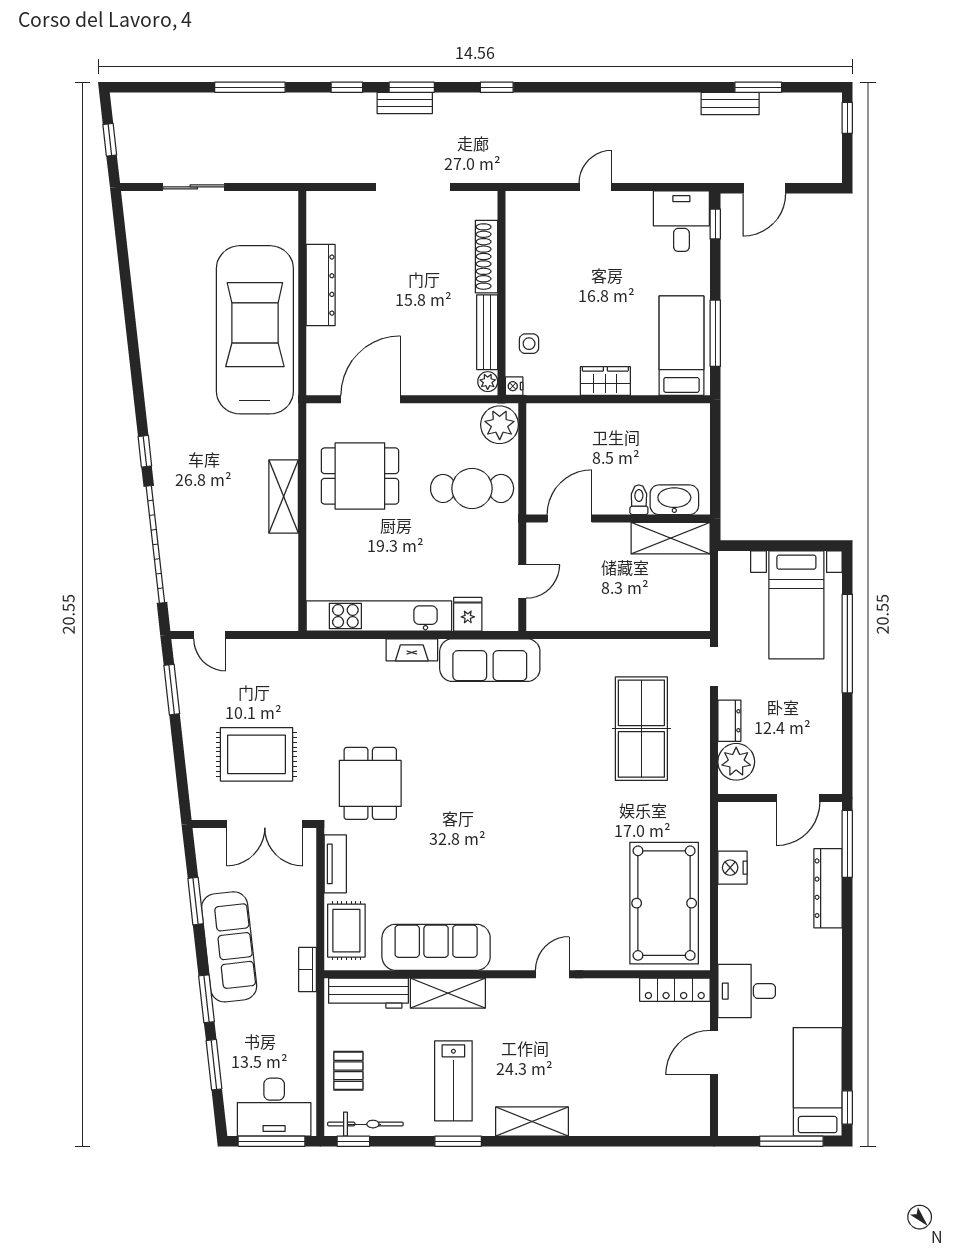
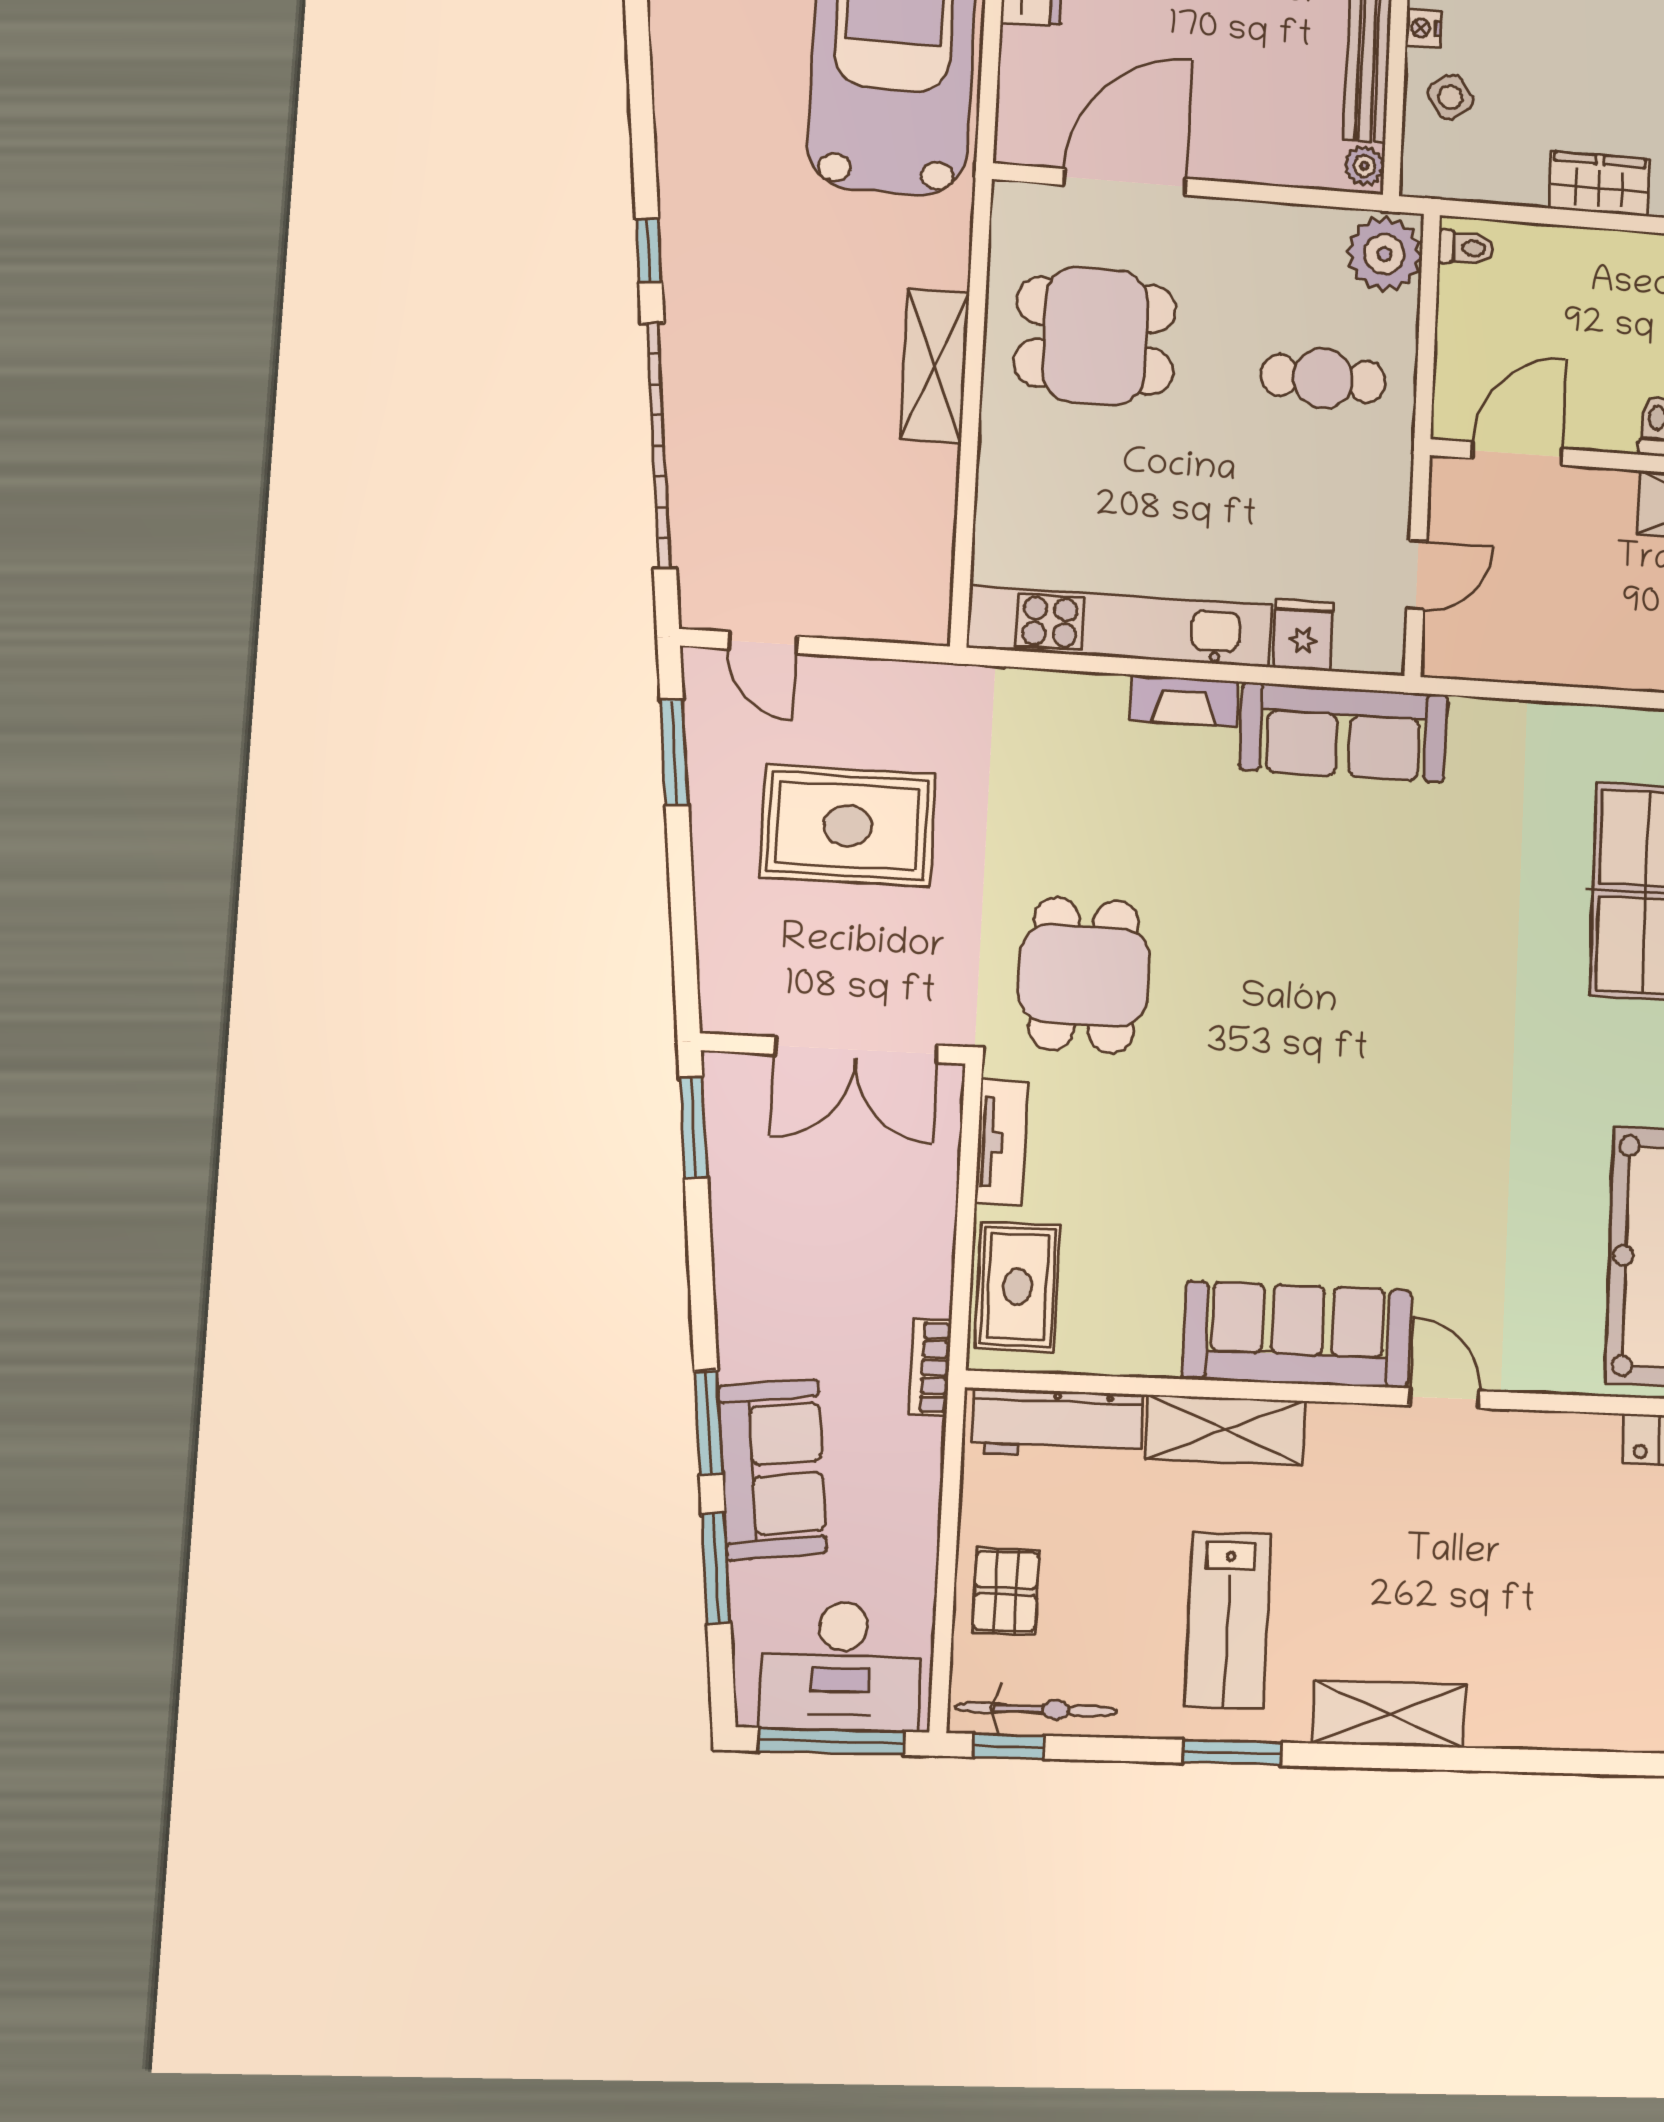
side table: (529, 344) -> (1450, 97), turned -34
nightstand: (514, 386) -> (1423, 28), moved
toilet: (540, 418) -> (1466, 248), added
cafe table: (472, 488) -> (1323, 378), width x0.73, depth x0.74
rug: (257, 754) -> (848, 826), moved
window: (196, 901) -> (693, 1127), moved
sofa: (229, 947) -> (773, 1470), moved, width x0.73
sofa: (436, 947) -> (1297, 1335), moved
door: (552, 974) -> (1444, 1398), hinge flipped

